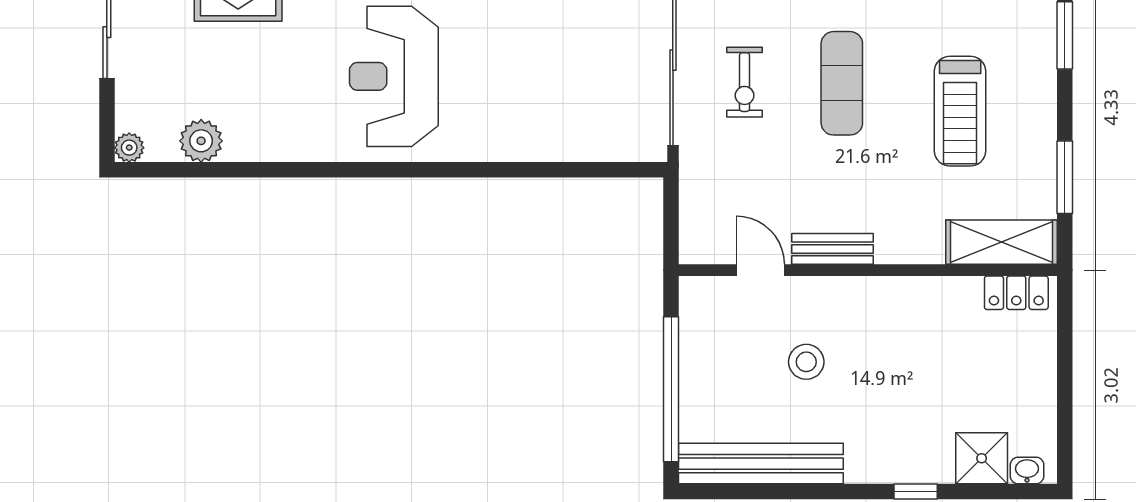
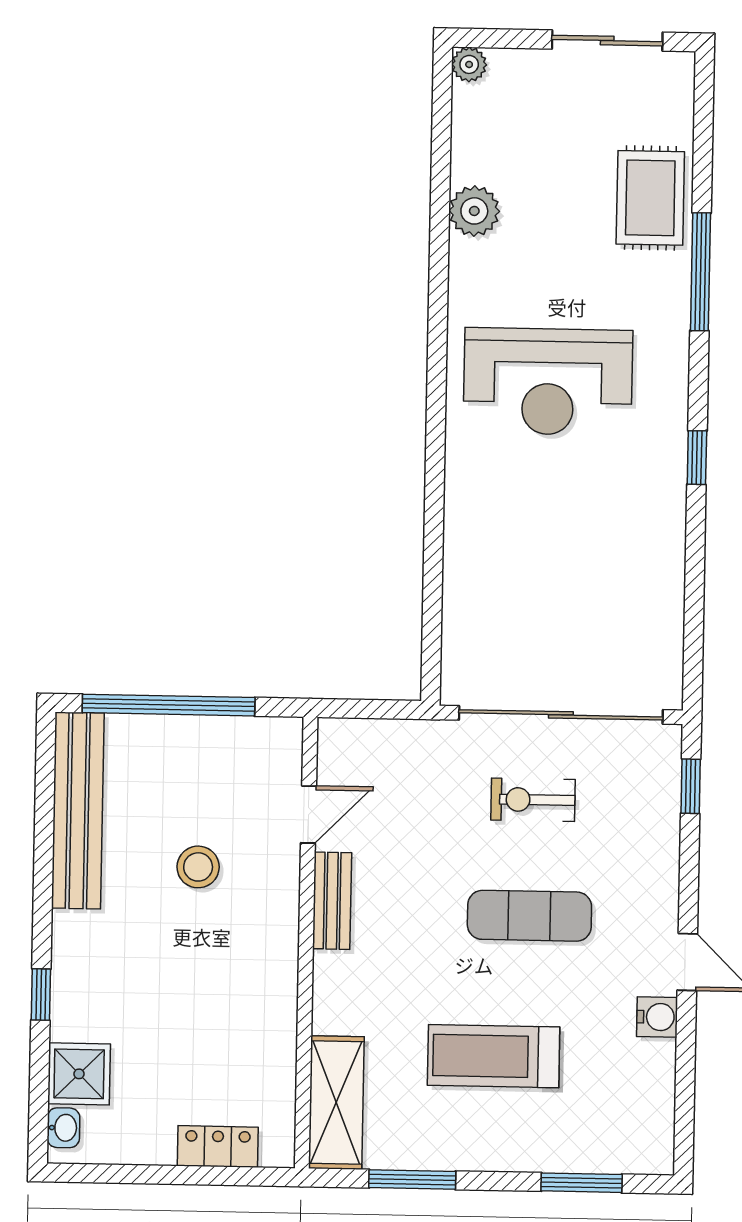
reception desk: (394, 76) -> (548, 382), turned 180
plant: (201, 141) -> (474, 211), moved
locker: (1016, 293) -> (218, 1146), moved, turned 90

